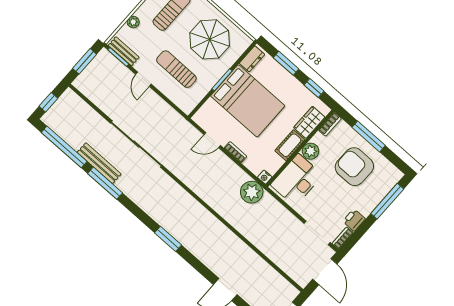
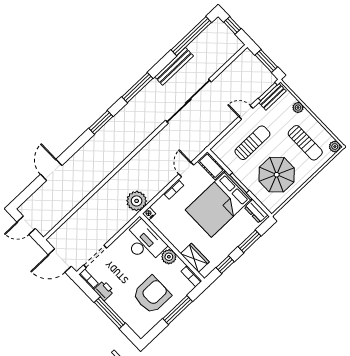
cot: (290, 145) -> (211, 166), moved
window: (105, 183) -> (137, 88), moved
window: (387, 201) -> (110, 313), moved

